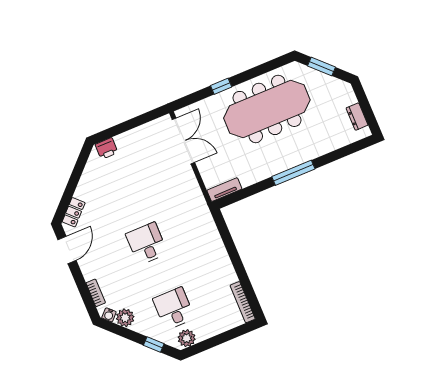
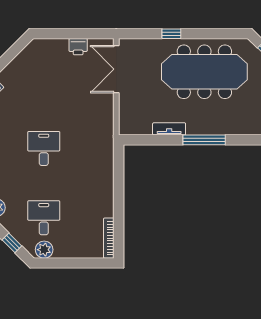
double door: (183, 141) -> (116, 69), swing flipped
printer: (107, 148) -> (78, 47), moved
tv unit: (224, 190) -> (169, 129), moved

